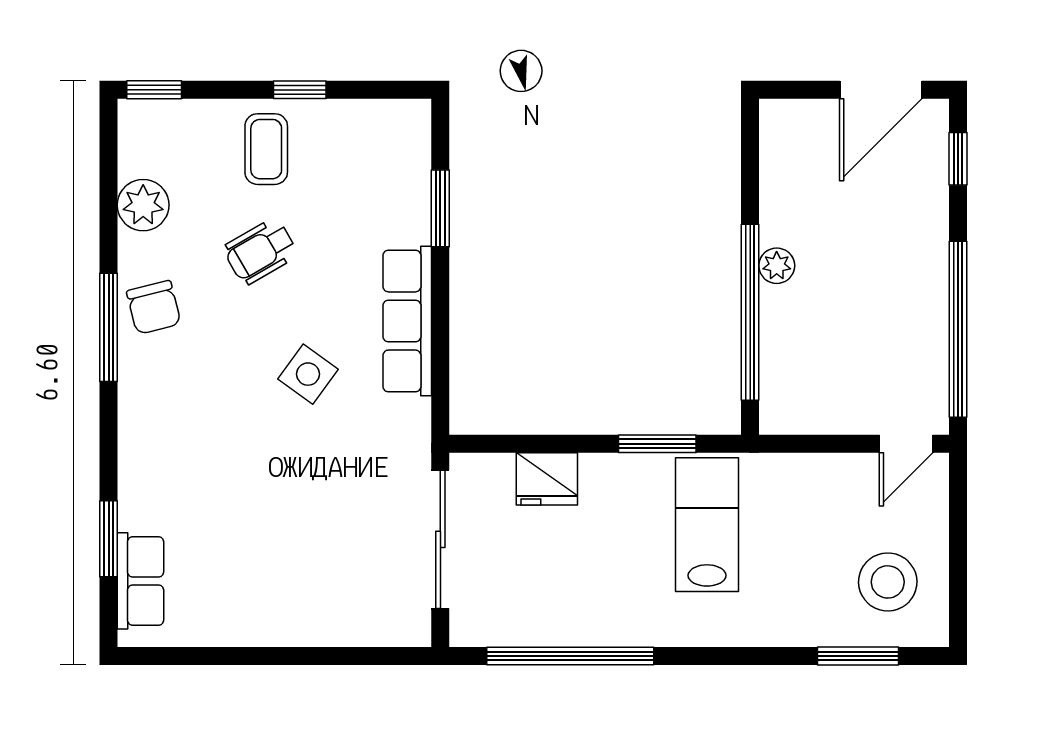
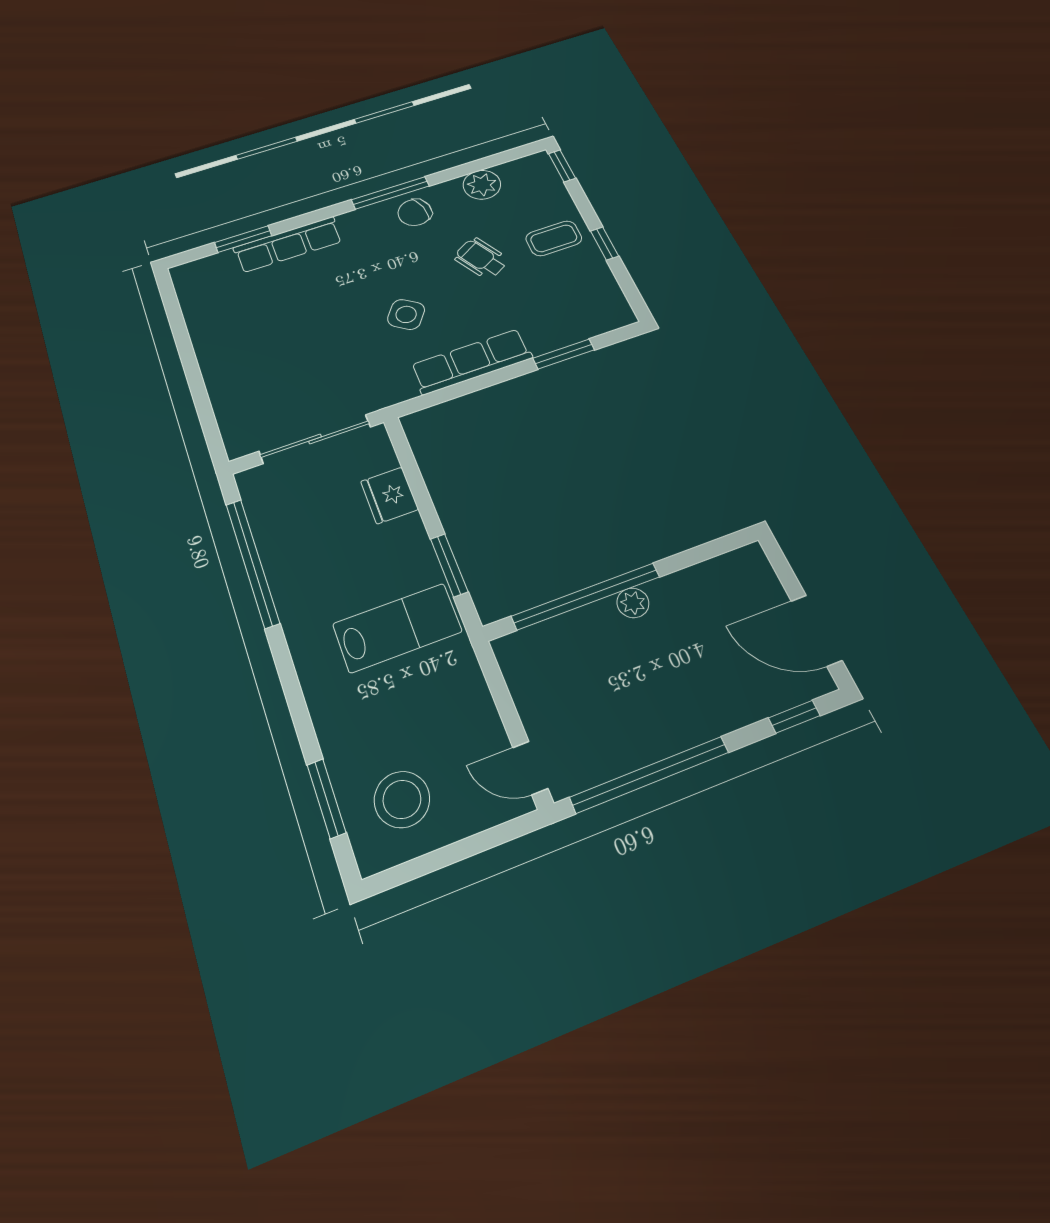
row of seats: (140, 581) -> (288, 245), moved, width x1.48

